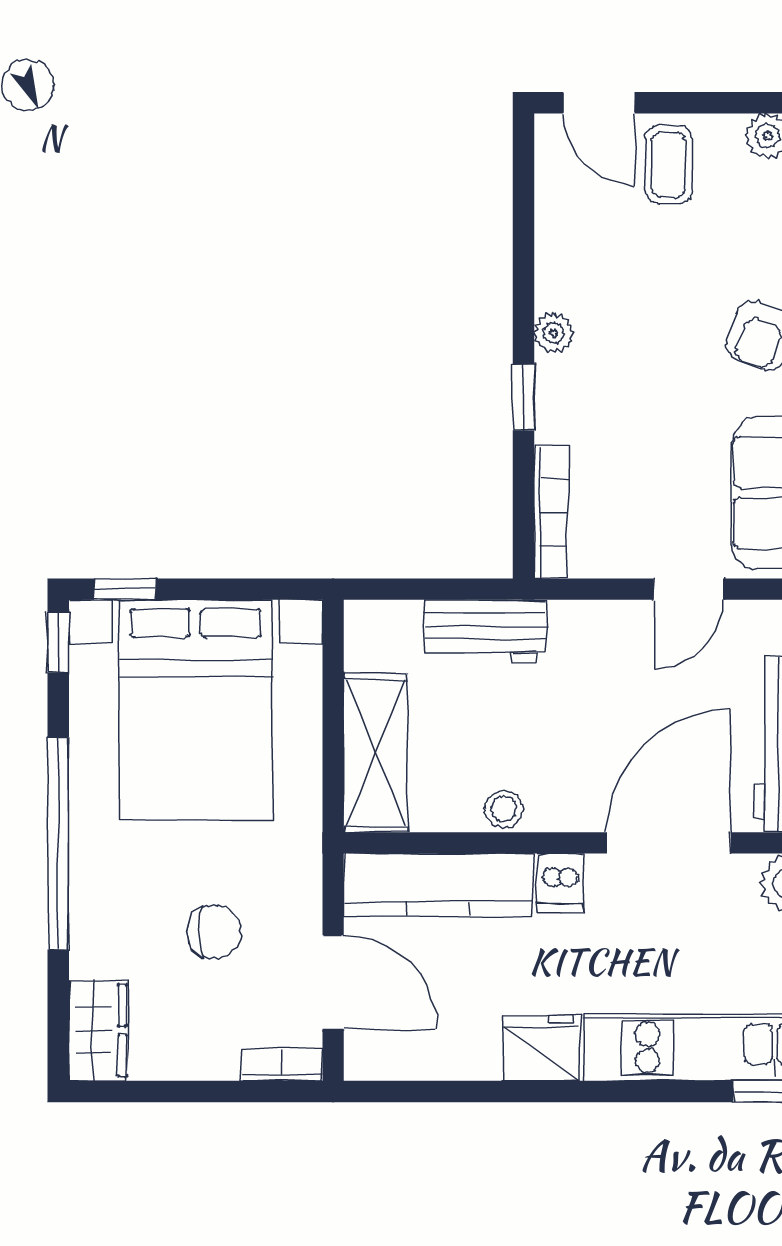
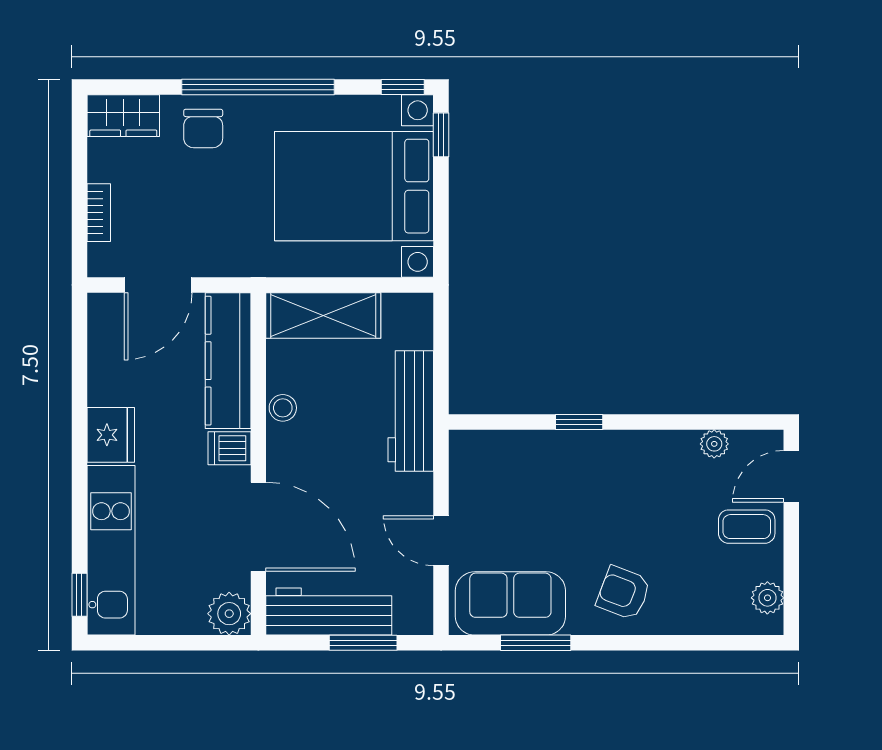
plant: (554, 333) -> (714, 444), moved
bookcase: (551, 513) -> (496, 442), removed
workbench: (485, 631) -> (411, 411), width x1.38
chair: (214, 932) -> (203, 128), moved
bookcase: (282, 1065) -> (99, 213), moved

